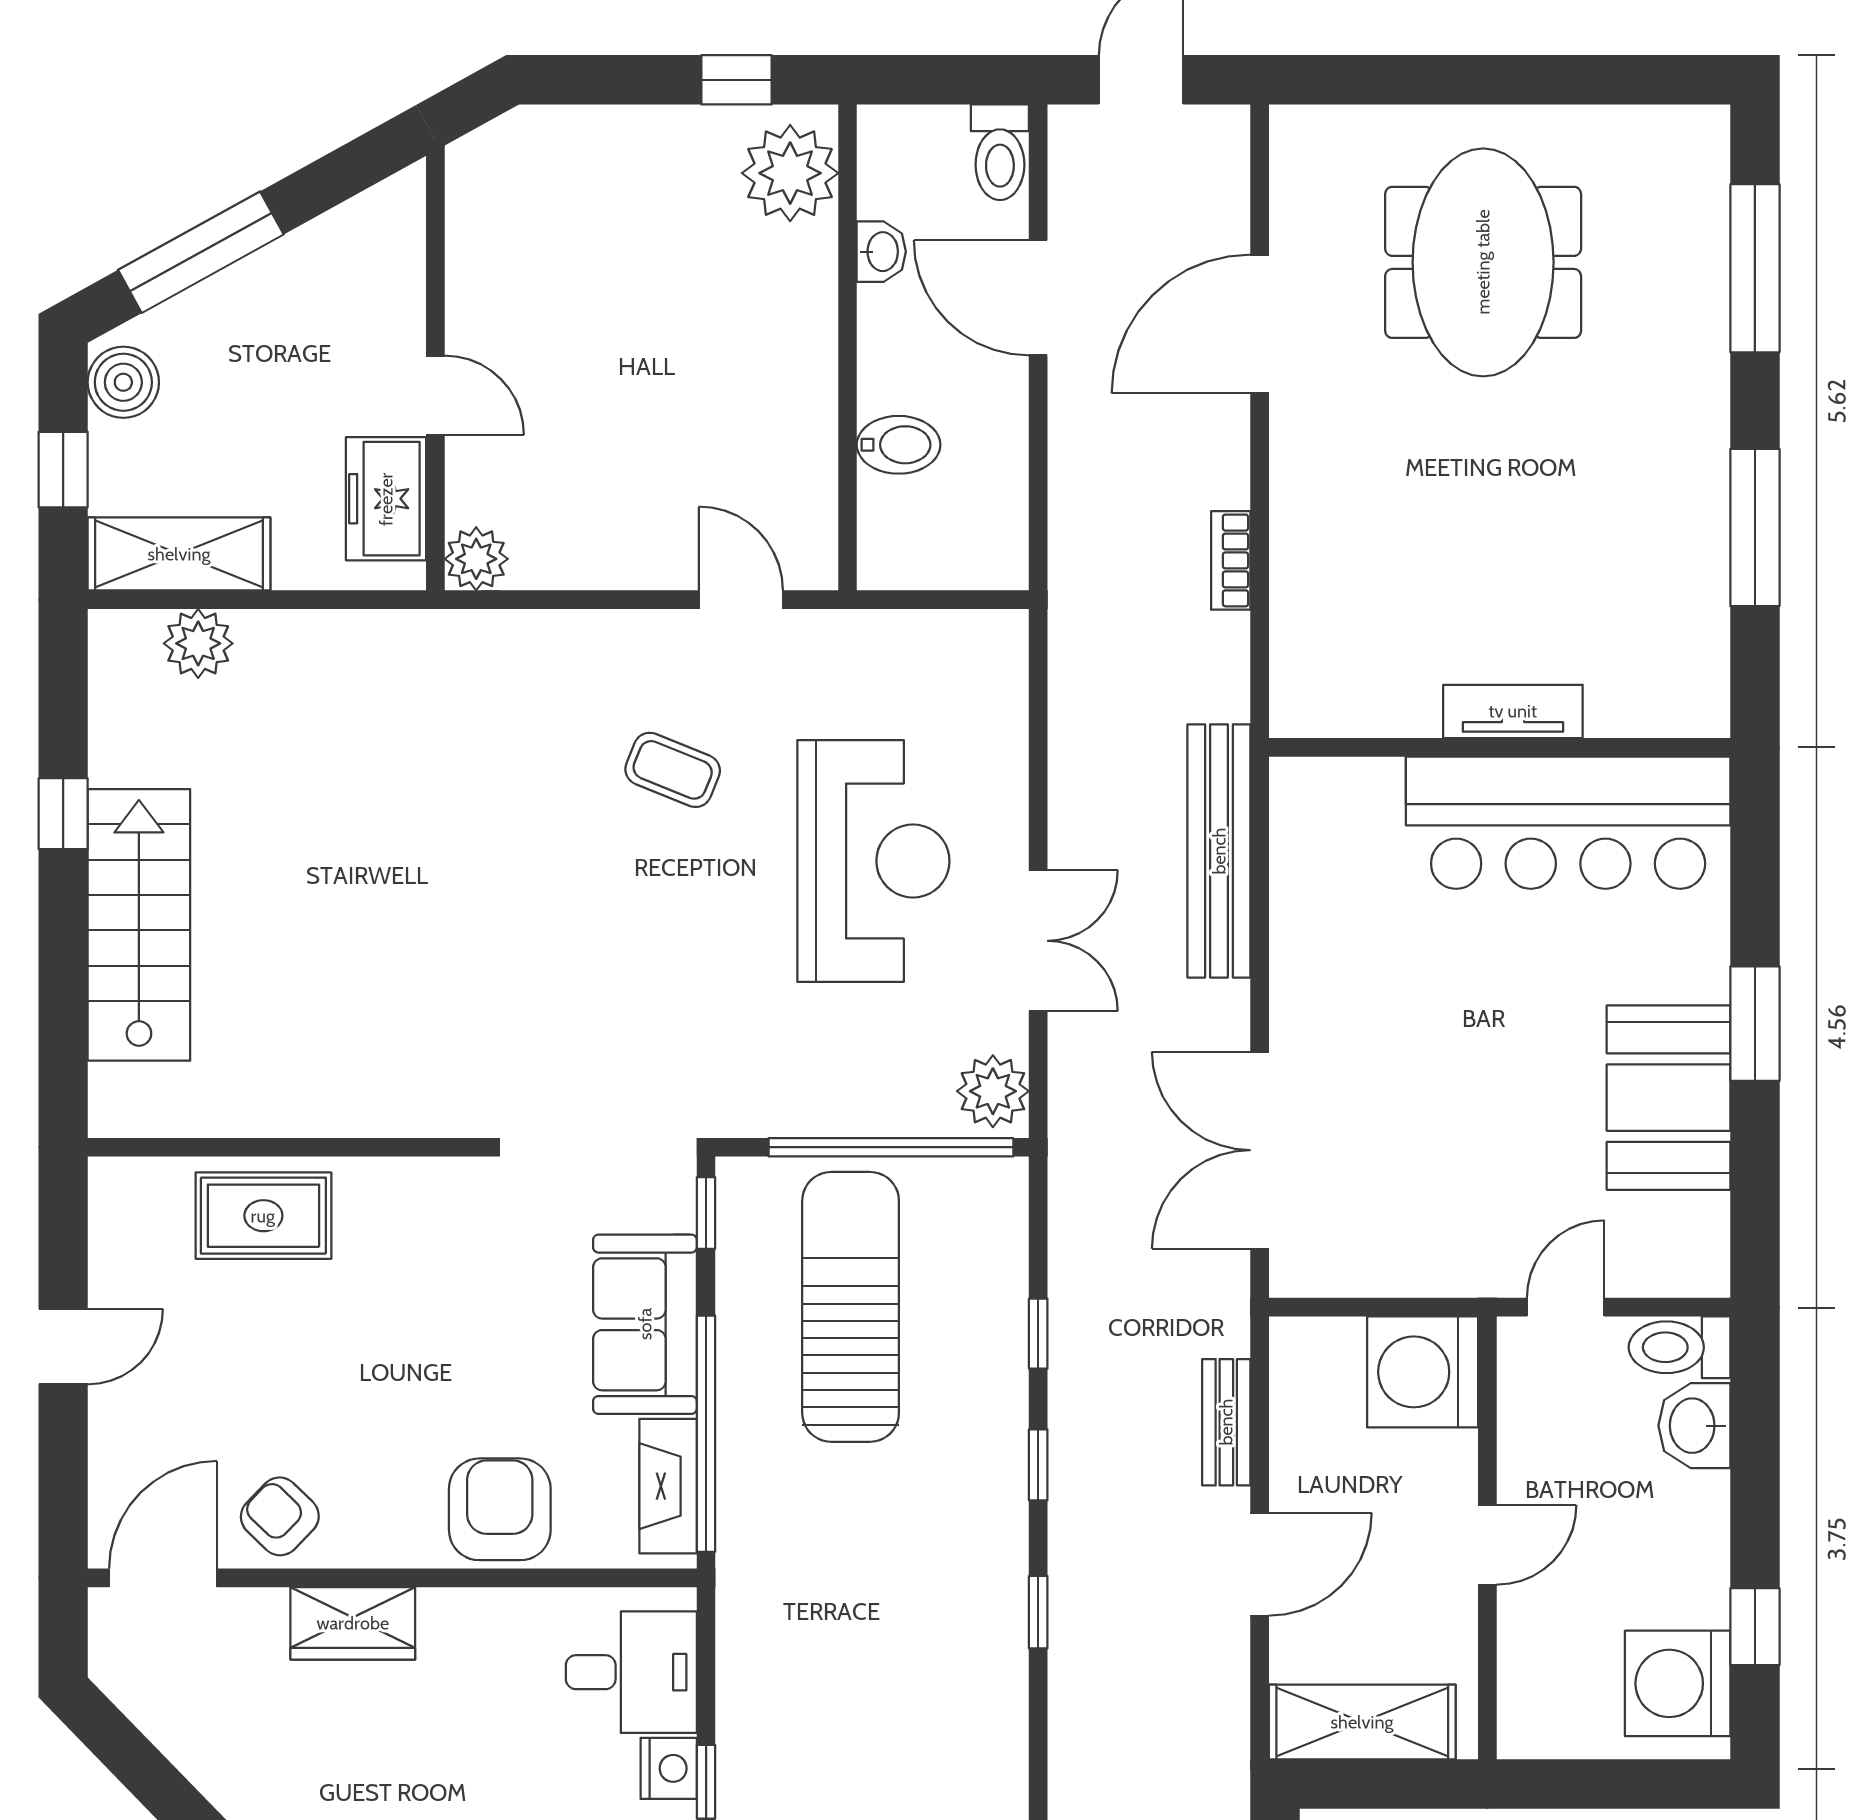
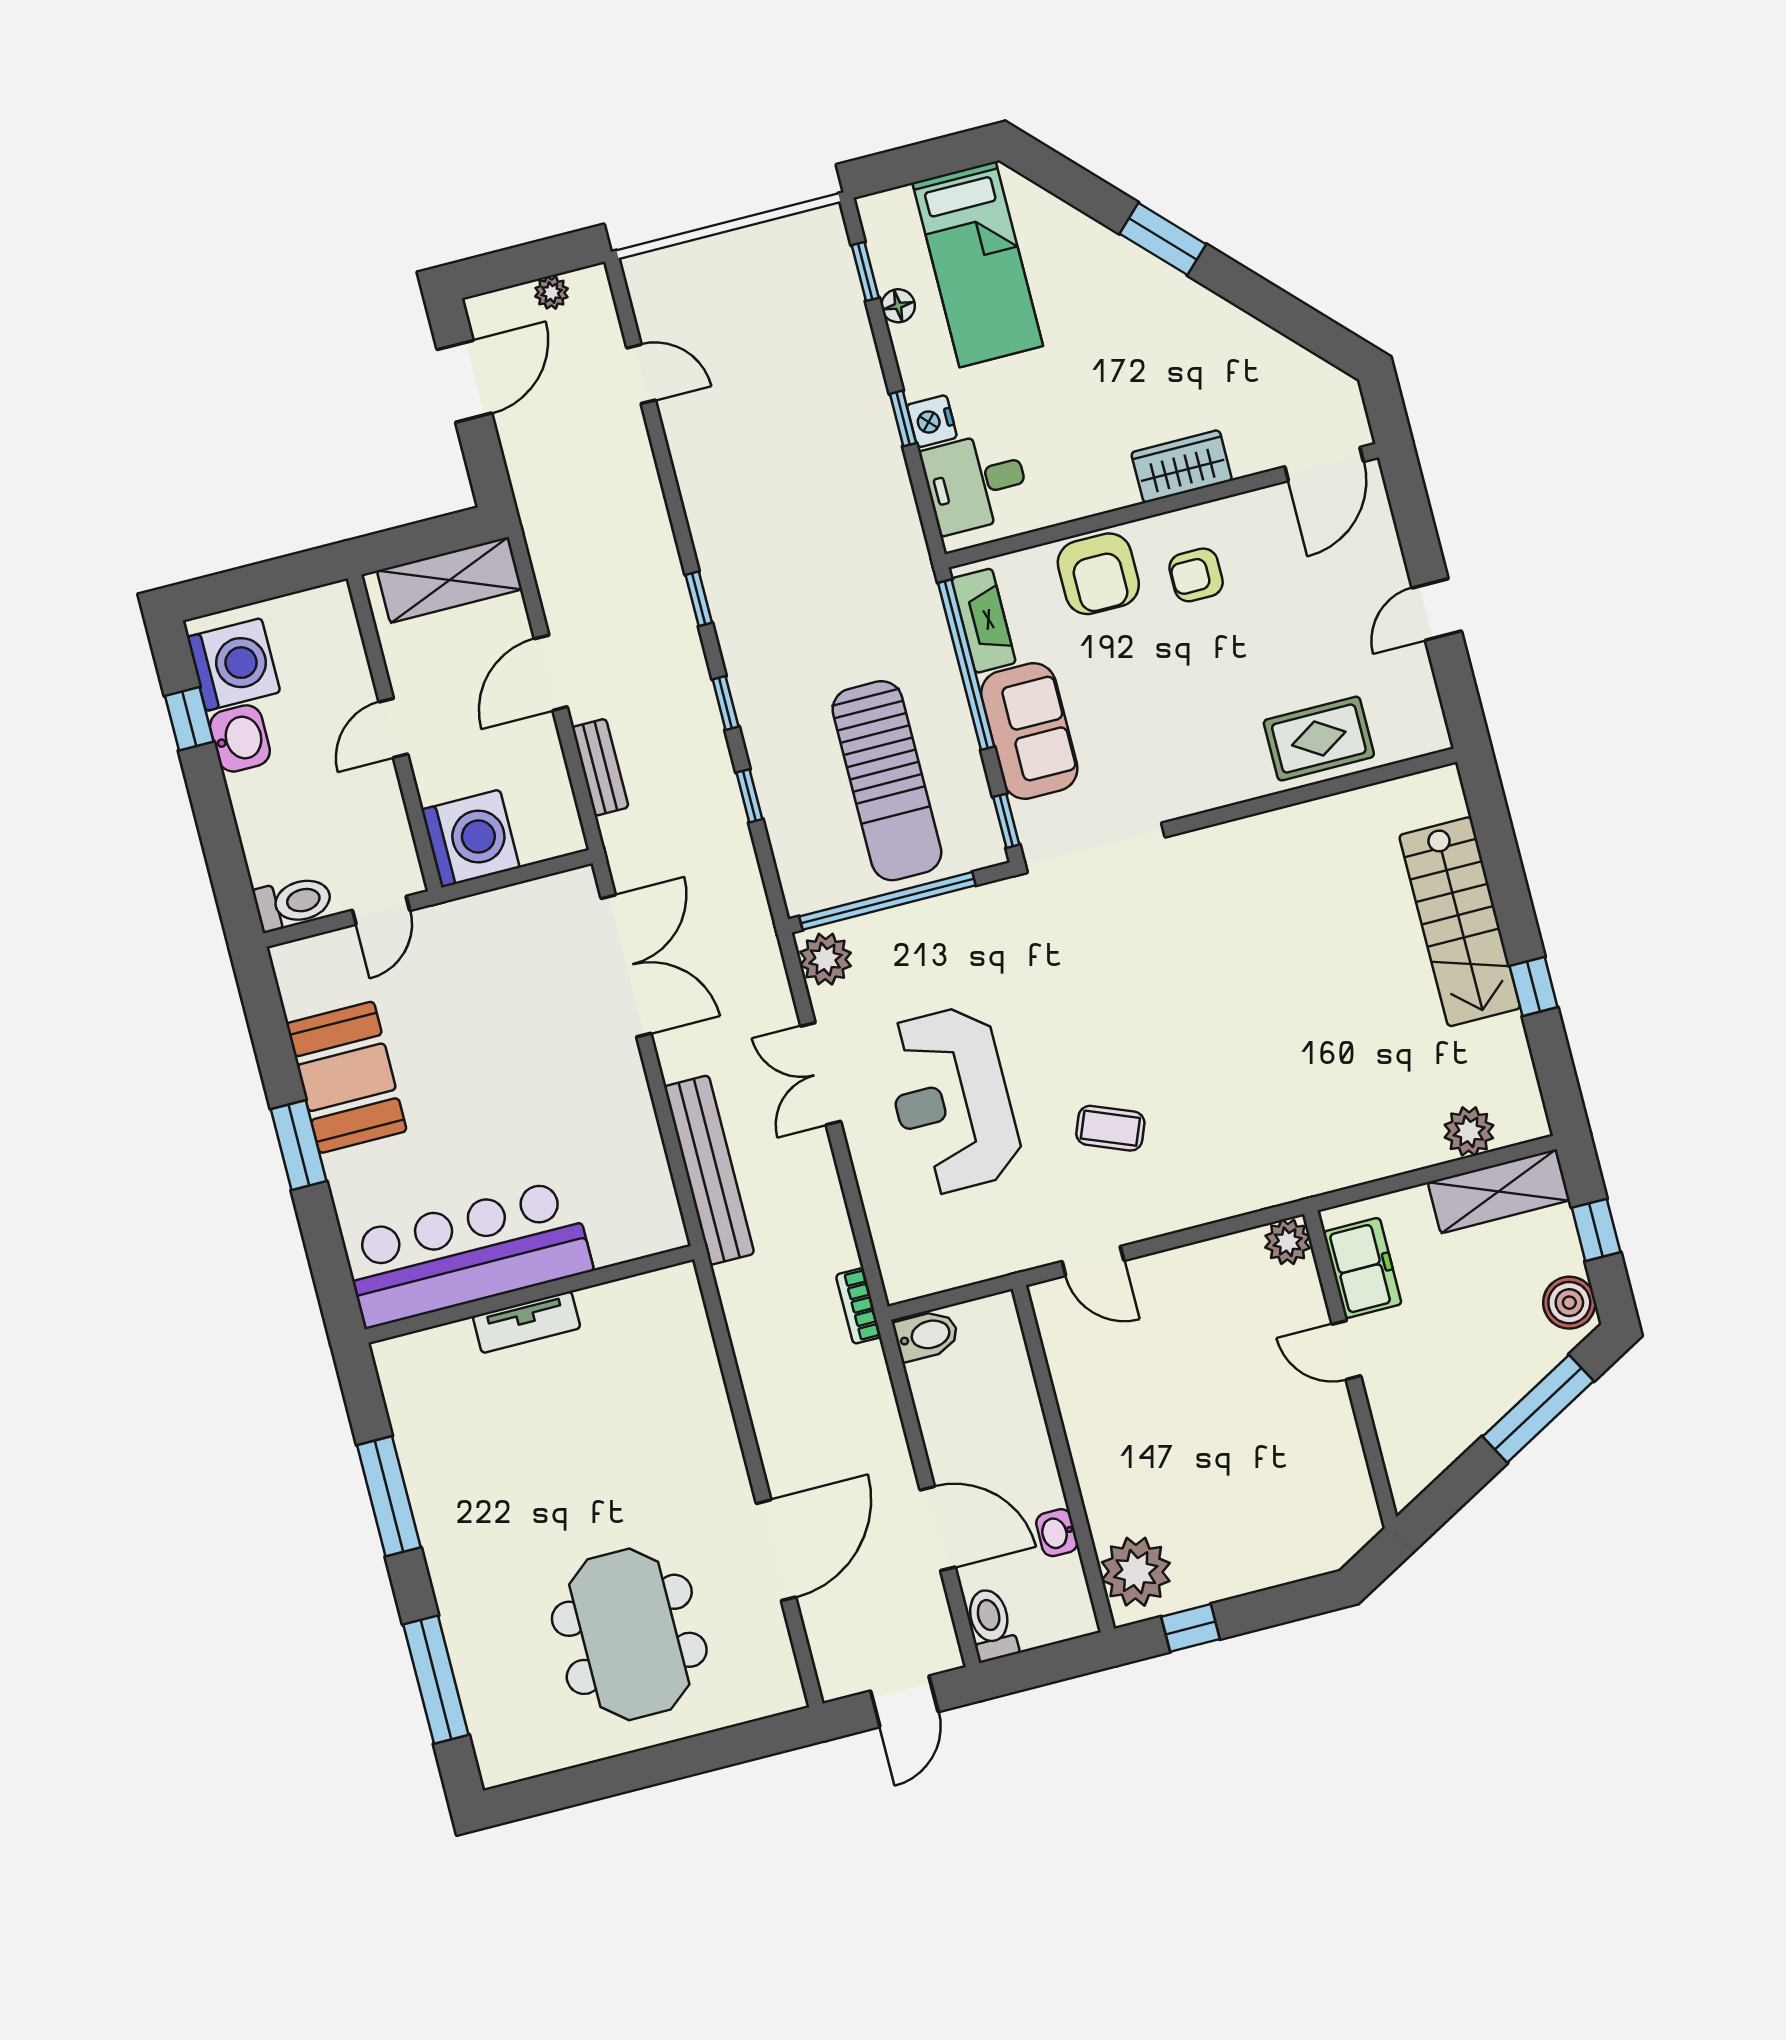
bidet: (899, 445) -> (926, 1335), moved, turned 180
bookcase: (1231, 560) -> (859, 1306), moved, turned 180
washbasin: (1694, 1426) -> (240, 738), moved
armchair: (280, 1516) -> (1196, 575), moved, turned 136

